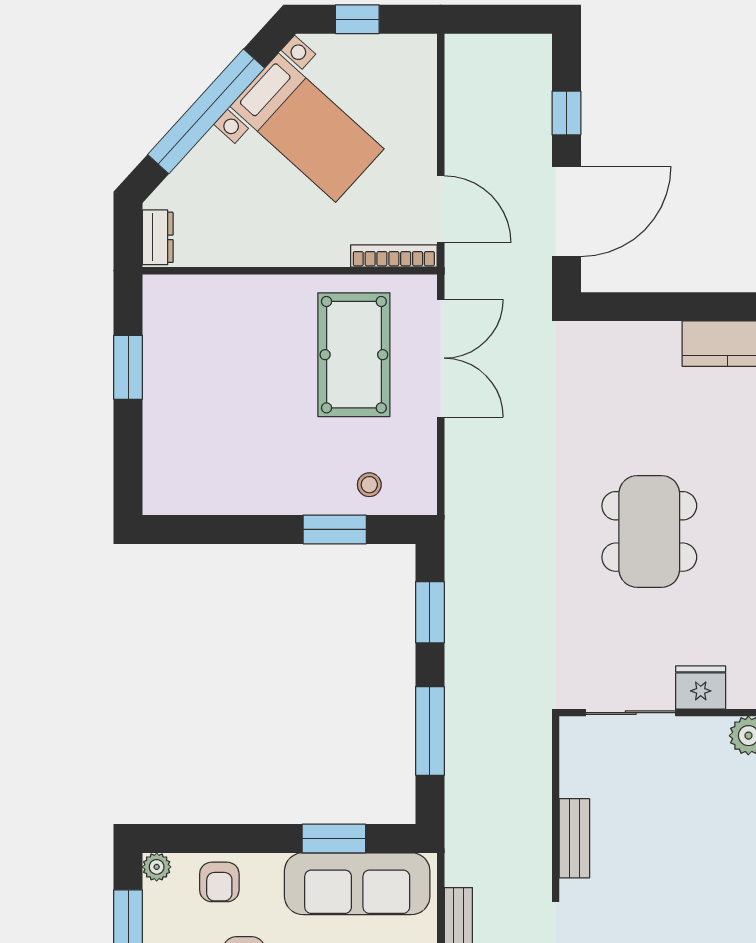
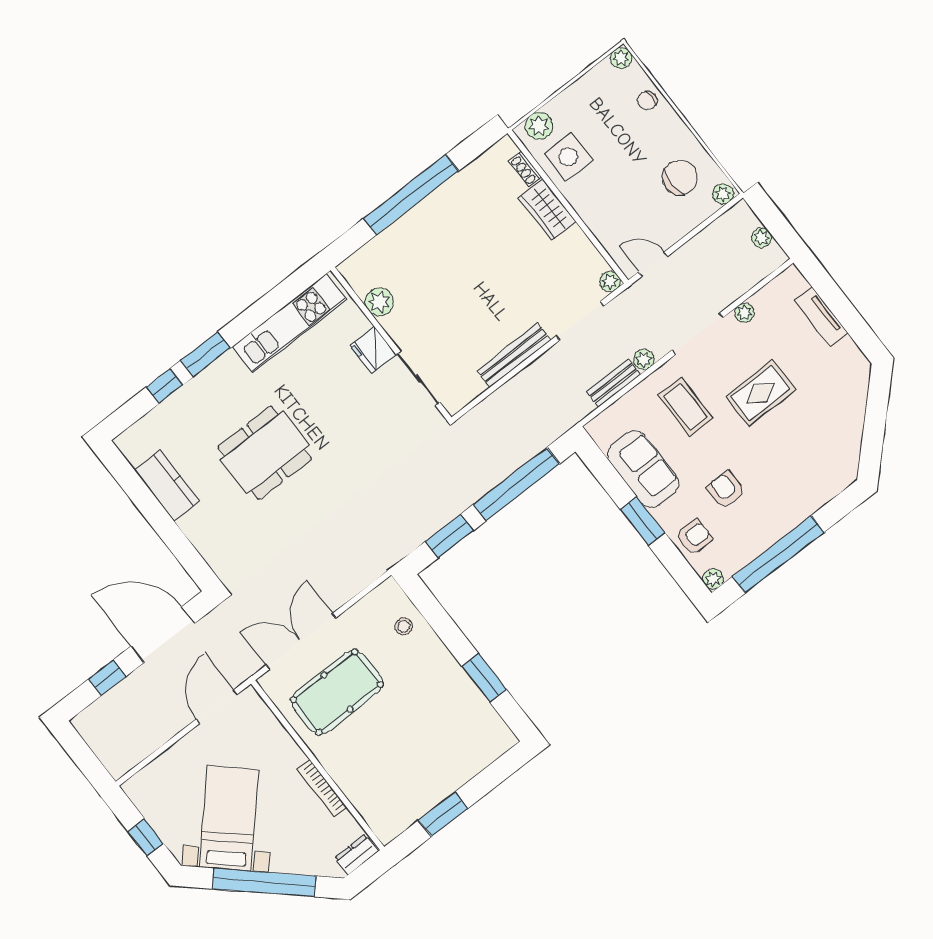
bookcase: (394, 256) -> (322, 788), moved
window: (335, 529) -> (484, 678), moved
dining table: (649, 531) -> (265, 453), moved
window: (430, 731) -> (516, 484), width x1.46
window: (334, 838) -> (642, 521), moved
bench: (574, 838) -> (514, 355), width x1.36
sofa: (357, 884) -> (643, 469), width x0.73

